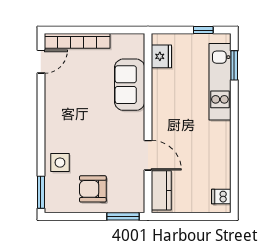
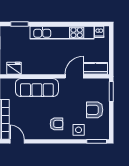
kitchen unit: (220, 82) -> (62, 33), moved, width x1.36
sofa: (130, 85) -> (37, 88), width x1.36
armchair: (70, 126) -> (56, 124), added
armchair: (93, 189) -> (95, 110), turned 90

